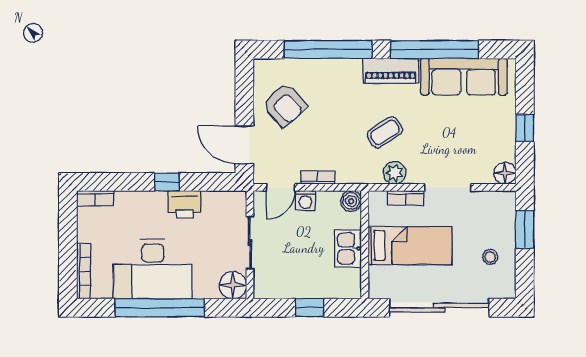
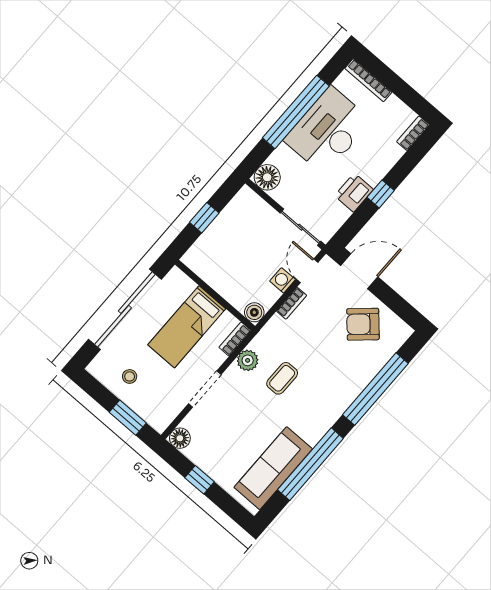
piano: (391, 71) -> (322, 420), removed
coffee table: (385, 132) -> (282, 378), turned 33
bookcase: (406, 198) -> (235, 339), moved
sliding door: (250, 243) -> (300, 227), moved
kitchen sink: (348, 249) -> (223, 281), removed

